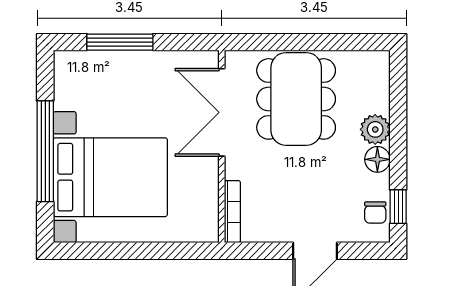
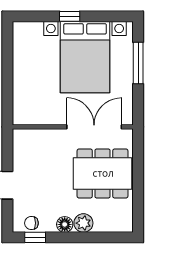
window: (45, 151) -> (70, 16), width x0.32
bed with nightstands: (110, 177) -> (85, 57), moved
bookcase: (232, 212) -> (32, 134), removed

